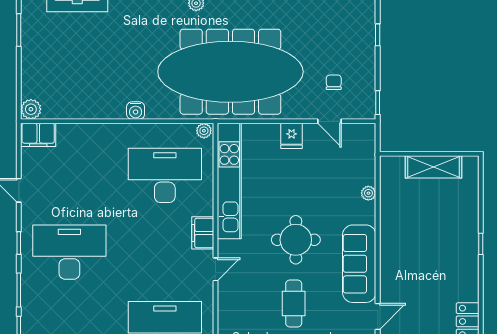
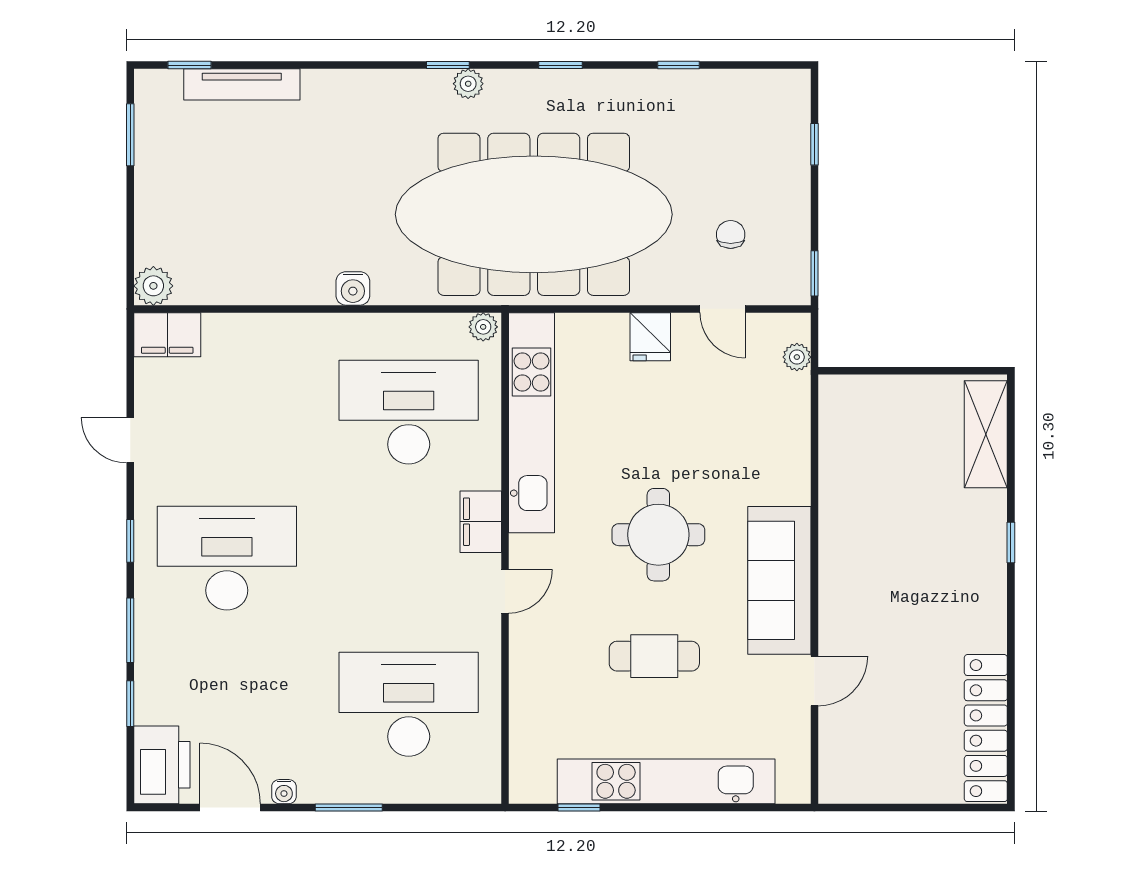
shelving: (433, 167) -> (986, 434), moved, turned 90
plant: (368, 193) -> (797, 357), moved
cafe table: (294, 303) -> (654, 656), turned 90

